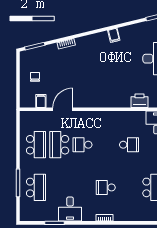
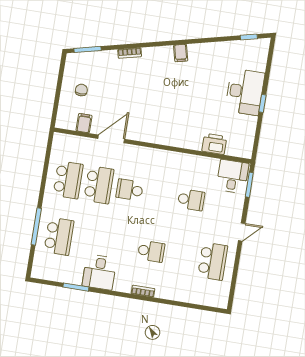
filing cabinet: (114, 35) -> (181, 53), moved
school desk: (59, 145) -> (99, 185), turned 180
school desk: (106, 187) -> (151, 251), turned 180

